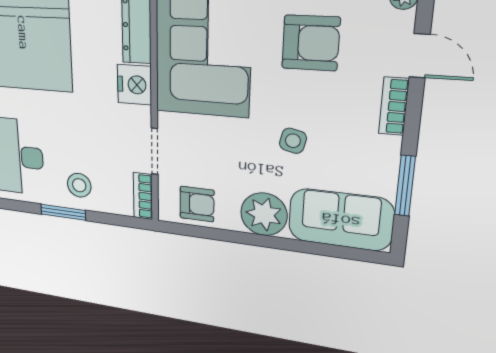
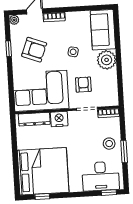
armchair: (311, 43) -> (34, 50), turned 111
window: (405, 186) -> (84, 8), removed
armchair: (197, 204) -> (83, 85), moved

